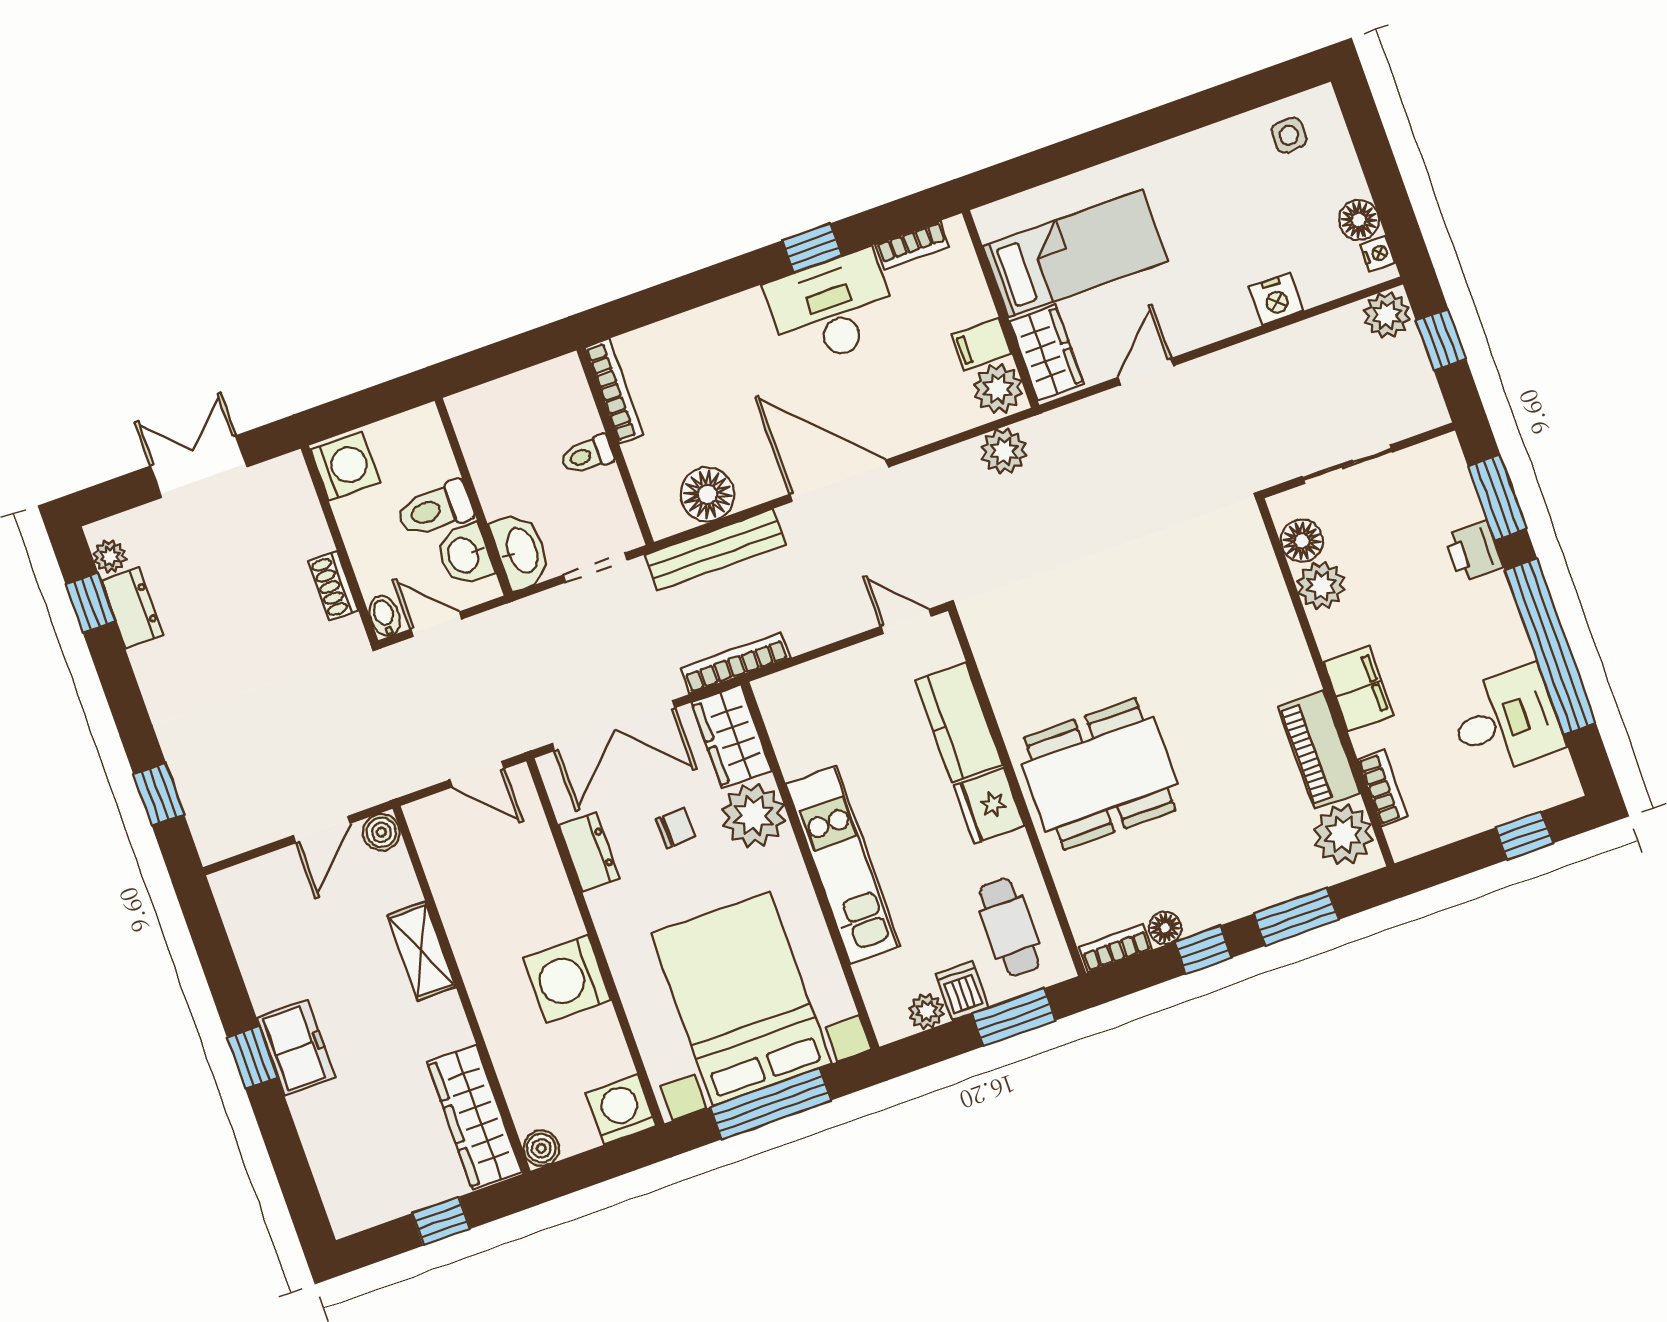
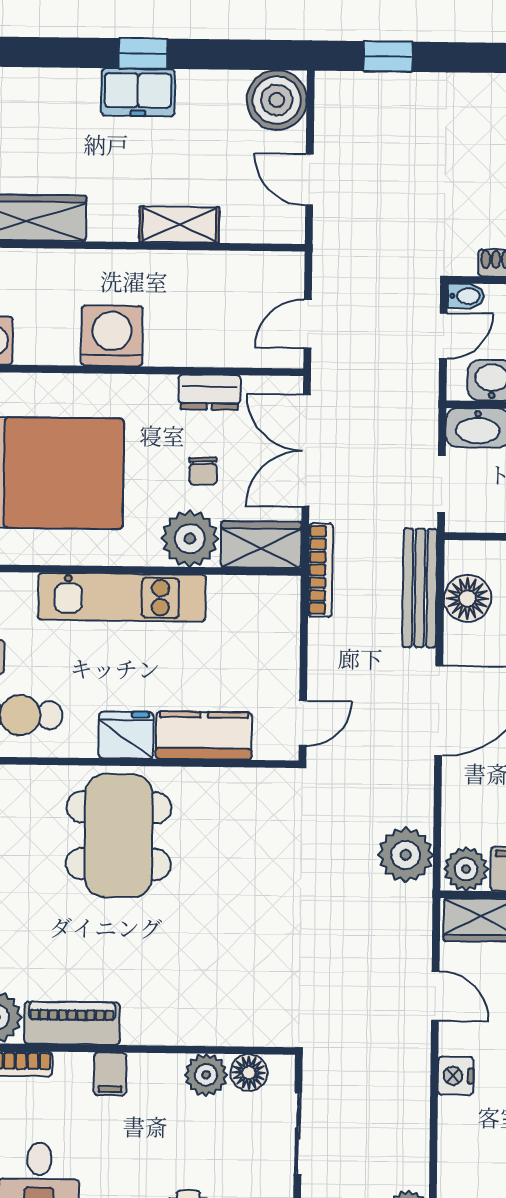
nightstand: (1276, 299) -> (456, 1076), moved
plant: (1004, 451) -> (406, 855), width x1.36, depth x1.36
filing cabinet: (1358, 689) -> (110, 1074), width x0.50
boiler: (381, 832) -> (277, 100), moved, width x1.86, depth x1.86

